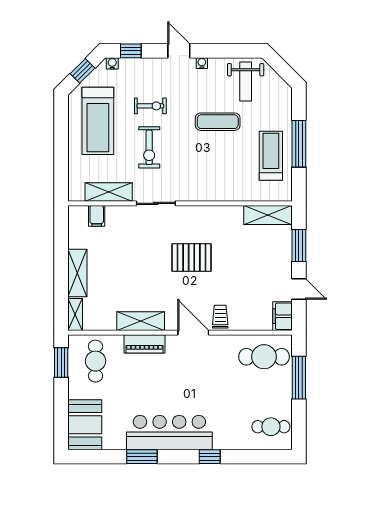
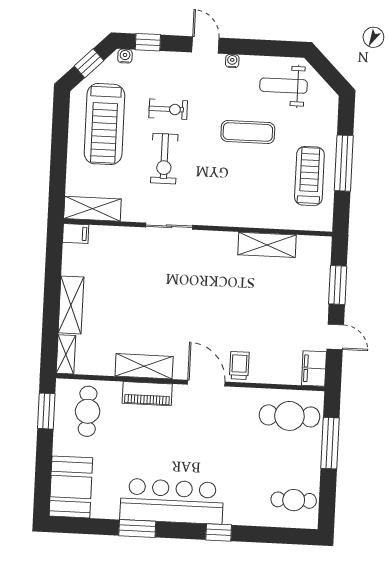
weight bench: (246, 82) -> (284, 86), turned 90
shelving: (109, 192) -> (92, 209), moved
shelving: (268, 215) -> (267, 245), moved
filing cabinet: (97, 216) -> (76, 233), moved, turned -90
pallet: (191, 258) -> (208, 293), removed

